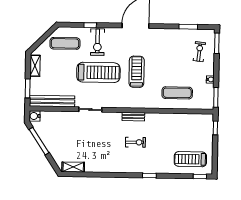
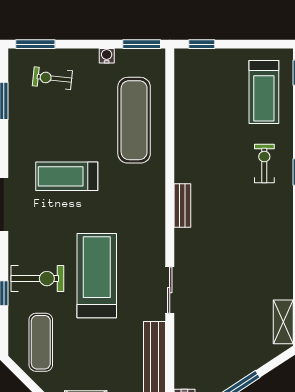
treadmill: (137, 72) -> (67, 176), moved
exercise mat: (177, 93) -> (134, 120), width x1.36, depth x1.45
exercise bike: (135, 142) -> (264, 164), moved

